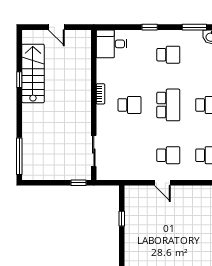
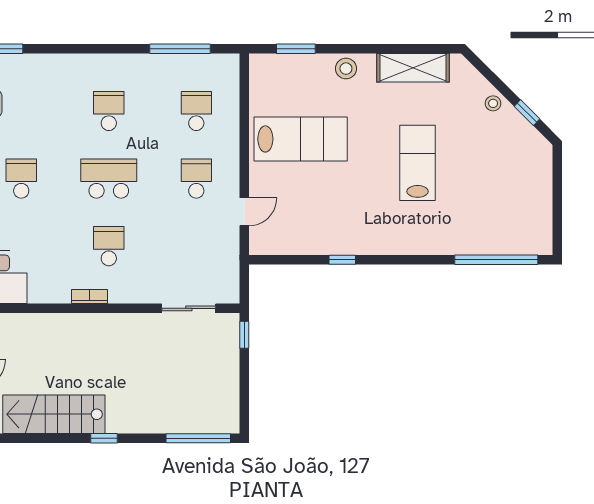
window: (19, 80) -> (104, 438), moved
door: (162, 183) -> (244, 212), moved
lab bench: (191, 215) -> (301, 139), added
window: (122, 219) -> (342, 260), moved

